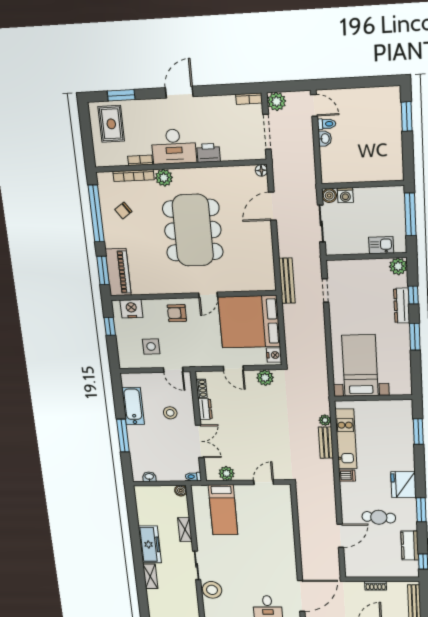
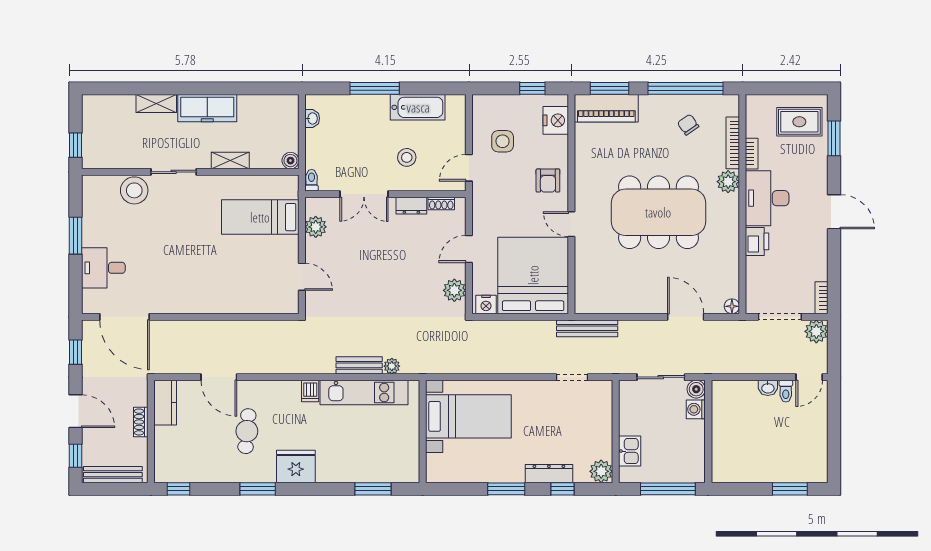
armchair: (177, 313) -> (548, 180), turned 180
kitchen counter: (410, 546) -> (165, 403), moved, turned 90

